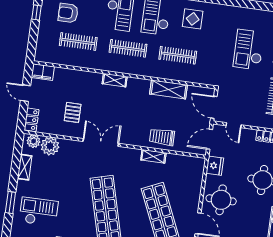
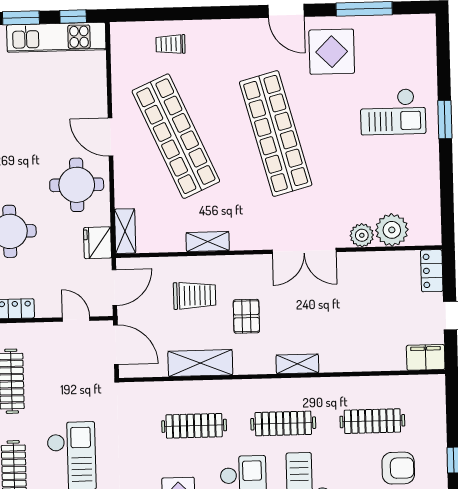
pallet: (73, 112) -> (246, 316), moved
trolley: (162, 137) -> (195, 296), moved
plant: (34, 141) -> (362, 235), moved
shelving: (25, 167) -> (125, 231), moved

